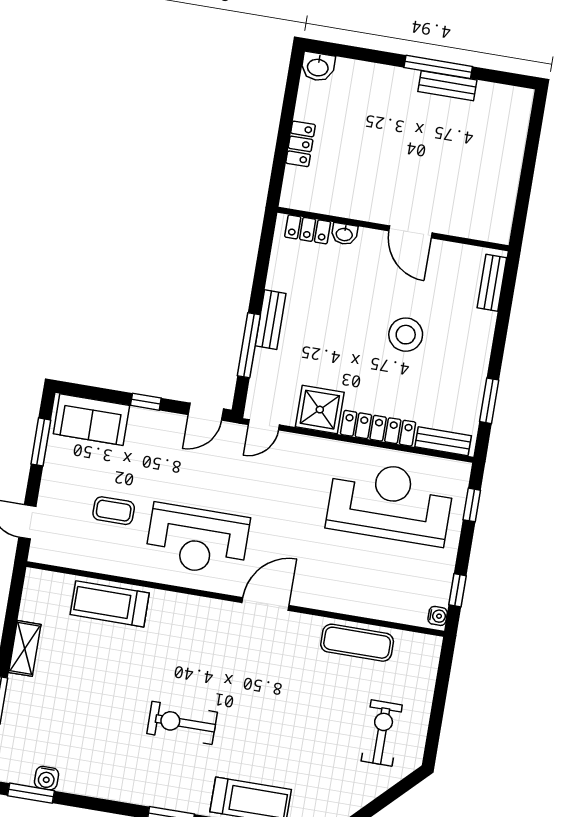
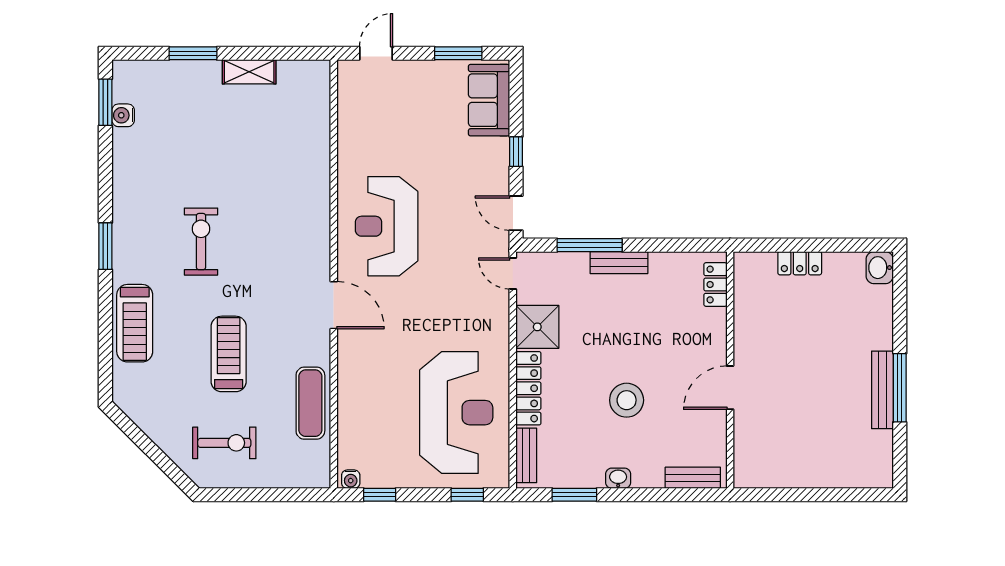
bench: (447, 86) -> (882, 390), width x1.36
washbasin: (344, 234) -> (618, 478), moved, turned 90
coffee table: (114, 511) -> (402, 138), removed
treadmill: (110, 604) -> (229, 354), moved

